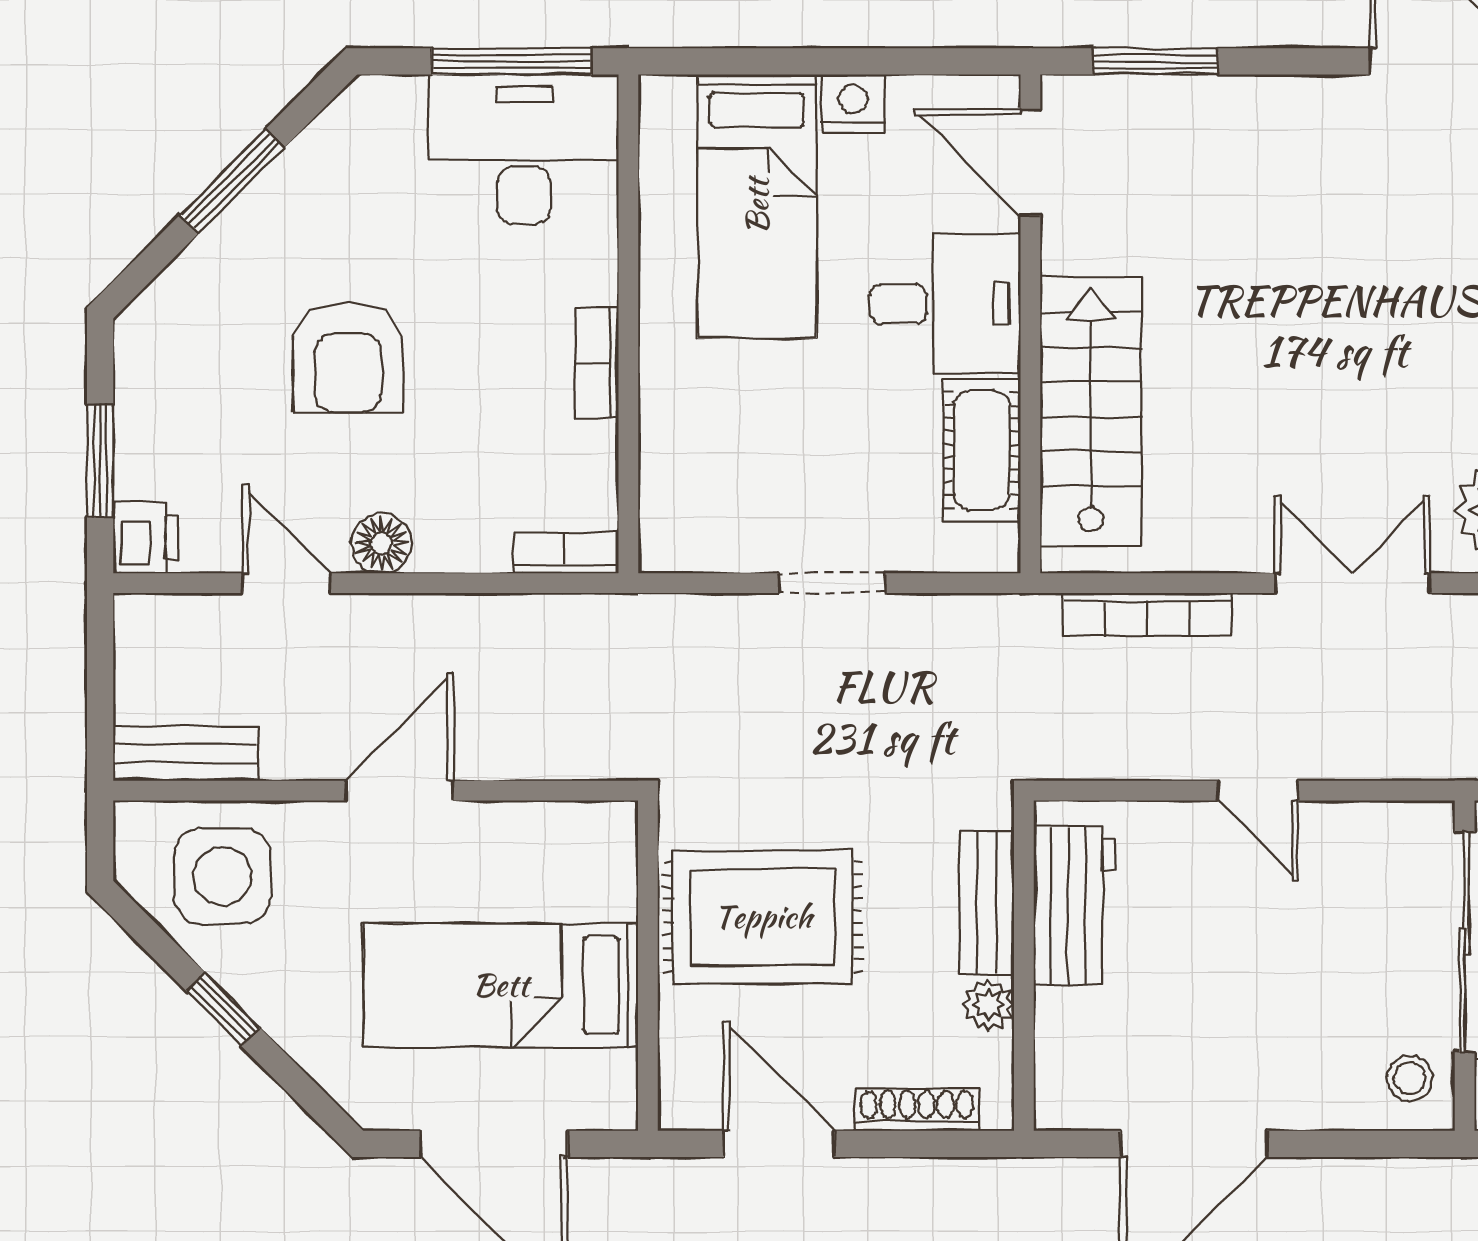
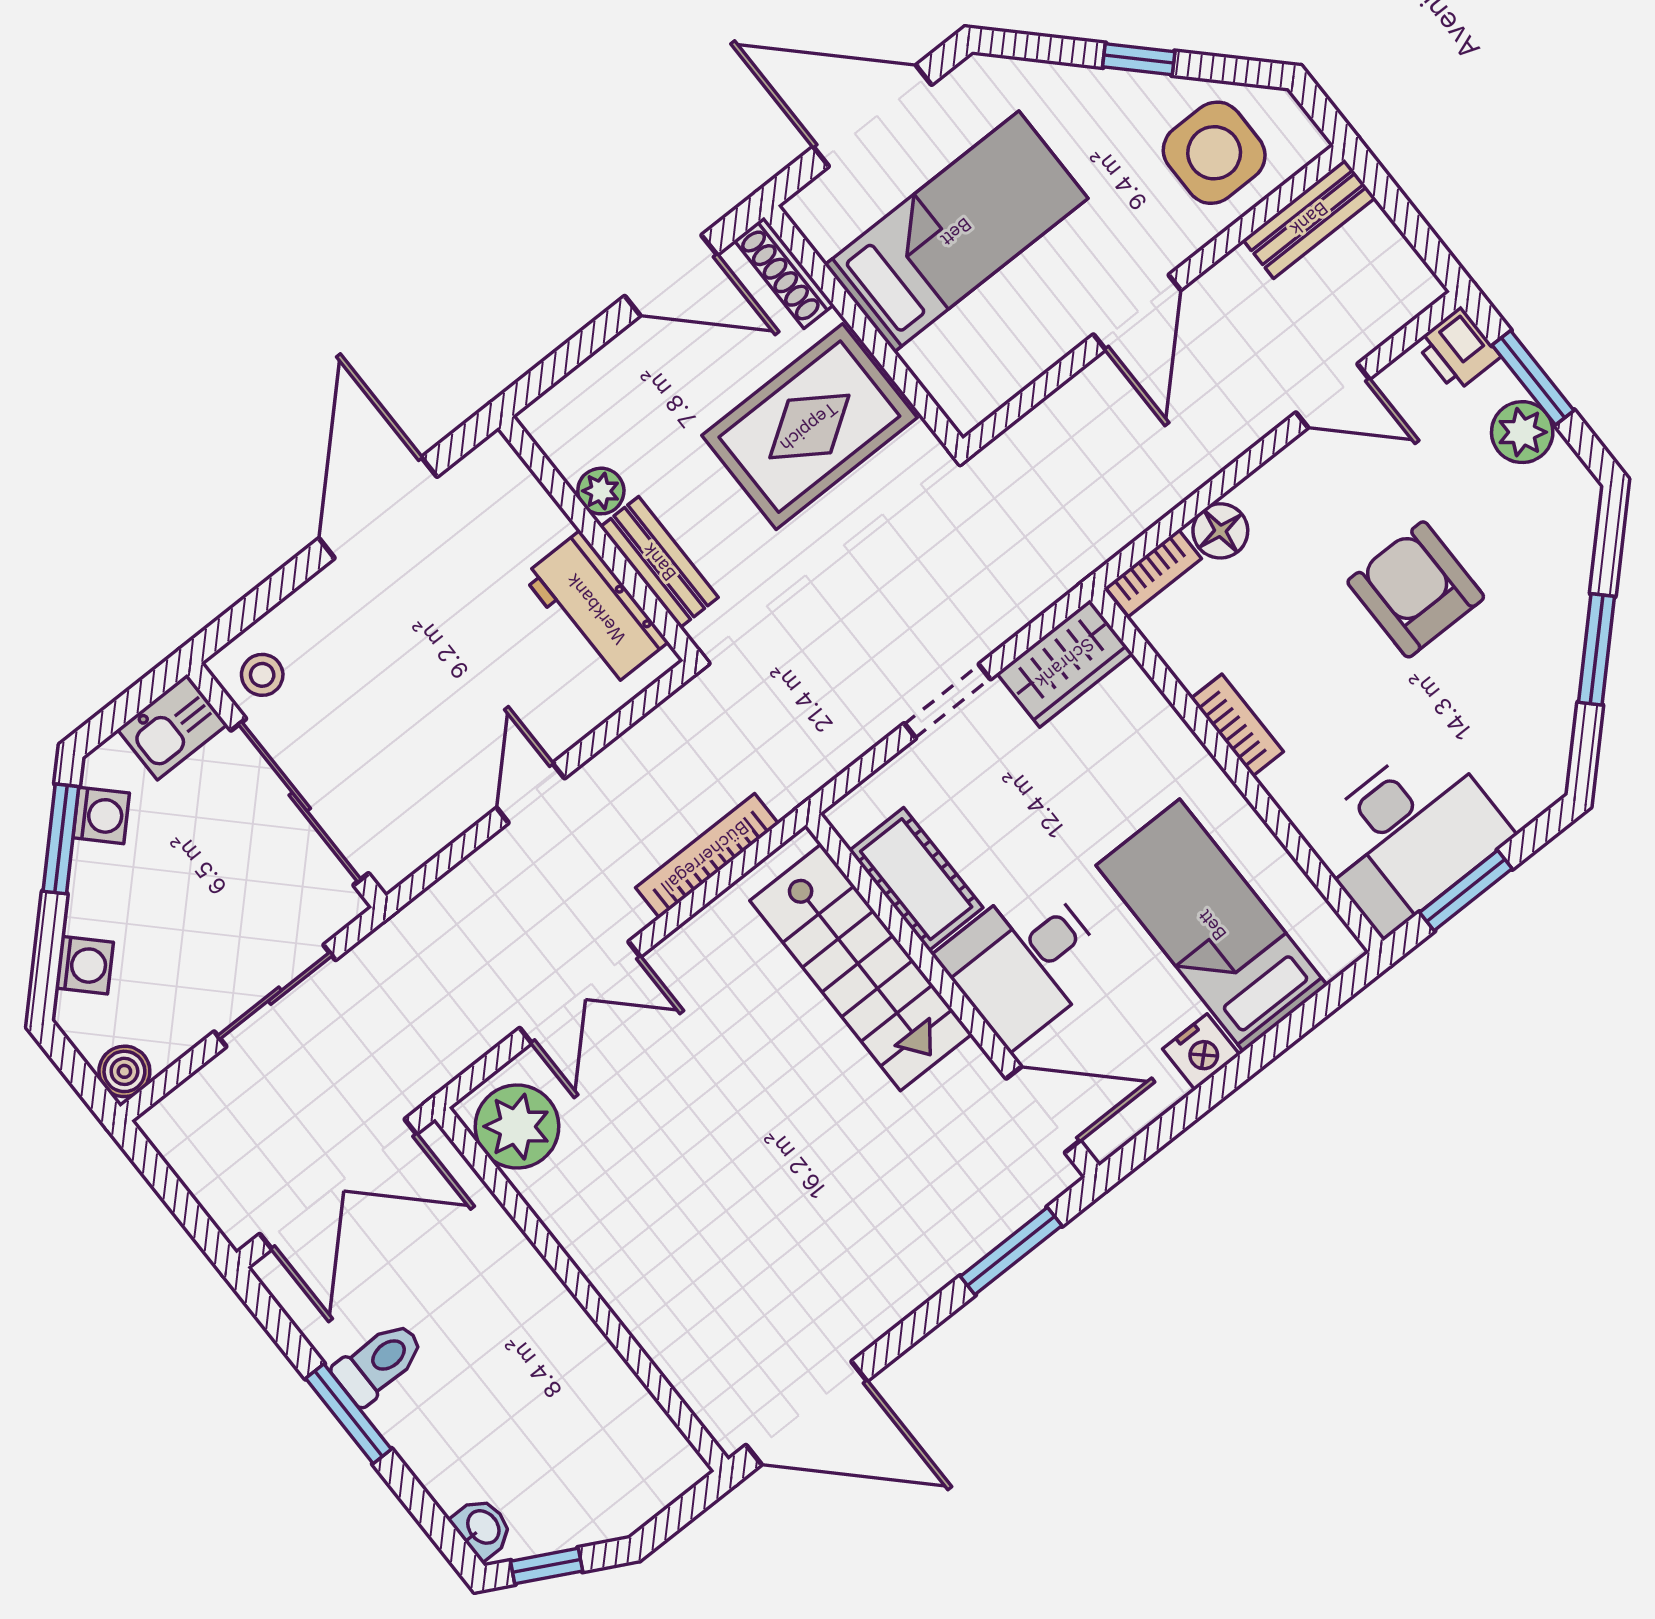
window: (512, 61) -> (1466, 890), width x0.69
plant: (147, 421) -> (1522, 432), added
wardrobe: (704, 535) -> (1065, 663), added
floor lamp: (381, 543) -> (1220, 531), moved
door: (1258, 791) -> (531, 793), hinge flipped
shoe rack: (917, 1110) -> (784, 273), moved, turned 90

